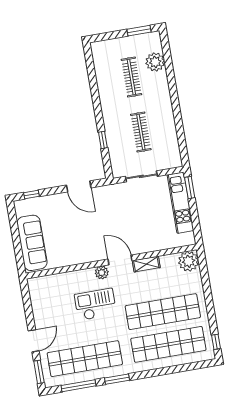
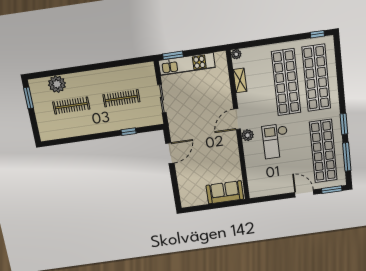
window: (31, 194) -> (176, 193), removed
sofa: (32, 243) -> (225, 192), width x0.73
plant: (189, 261) -> (236, 54), width x0.53, depth x0.53
shelving: (146, 264) -> (240, 80), moved

